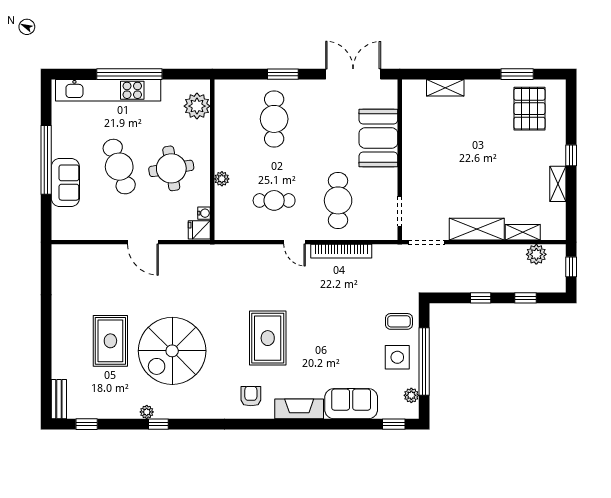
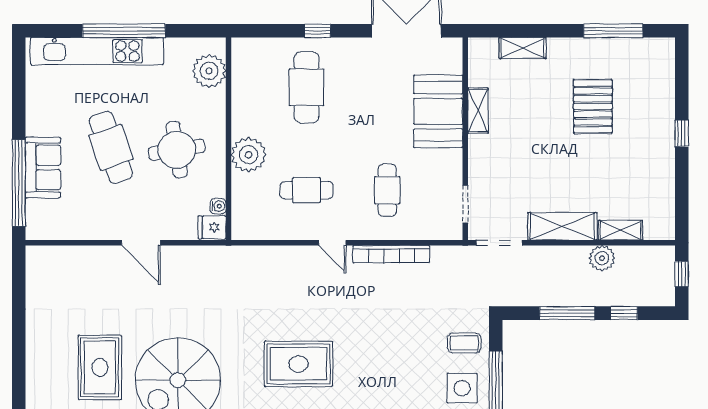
window: (283, 74) -> (318, 31), width x0.67
window: (517, 74) -> (613, 31), width x1.44
pallet: (529, 109) -> (593, 106), moved
window: (46, 160) -> (19, 183), moved
plant: (222, 179) -> (249, 155), width x1.87, depth x1.87
shelving: (558, 184) -> (478, 111), moved
cafe table: (338, 200) -> (387, 190), width x0.73, depth x0.74
plant: (536, 254) -> (602, 258), moved
window: (481, 298) -> (567, 313), width x2.17
rug: (268, 338) -> (298, 364), turned 90

